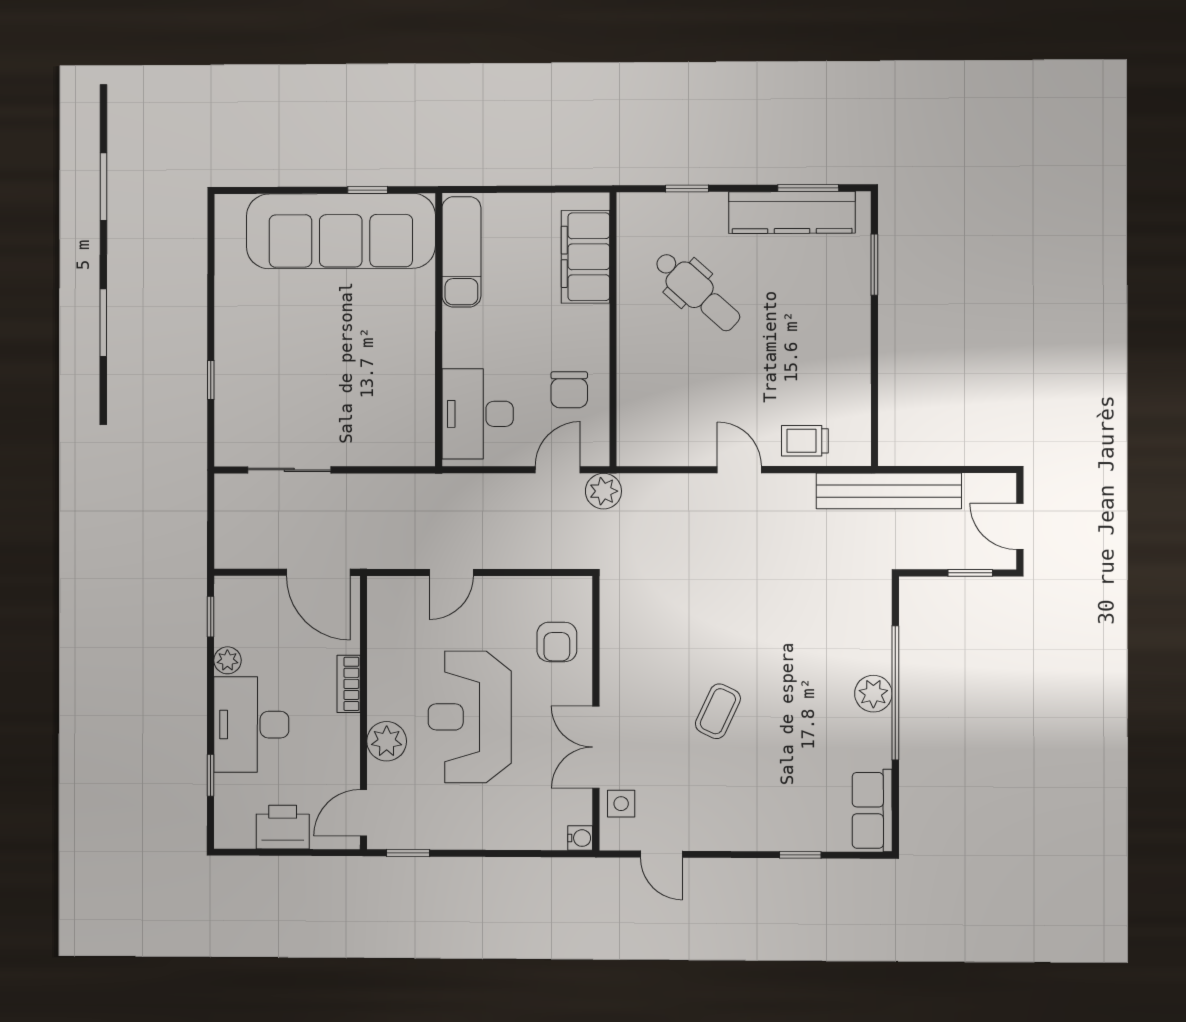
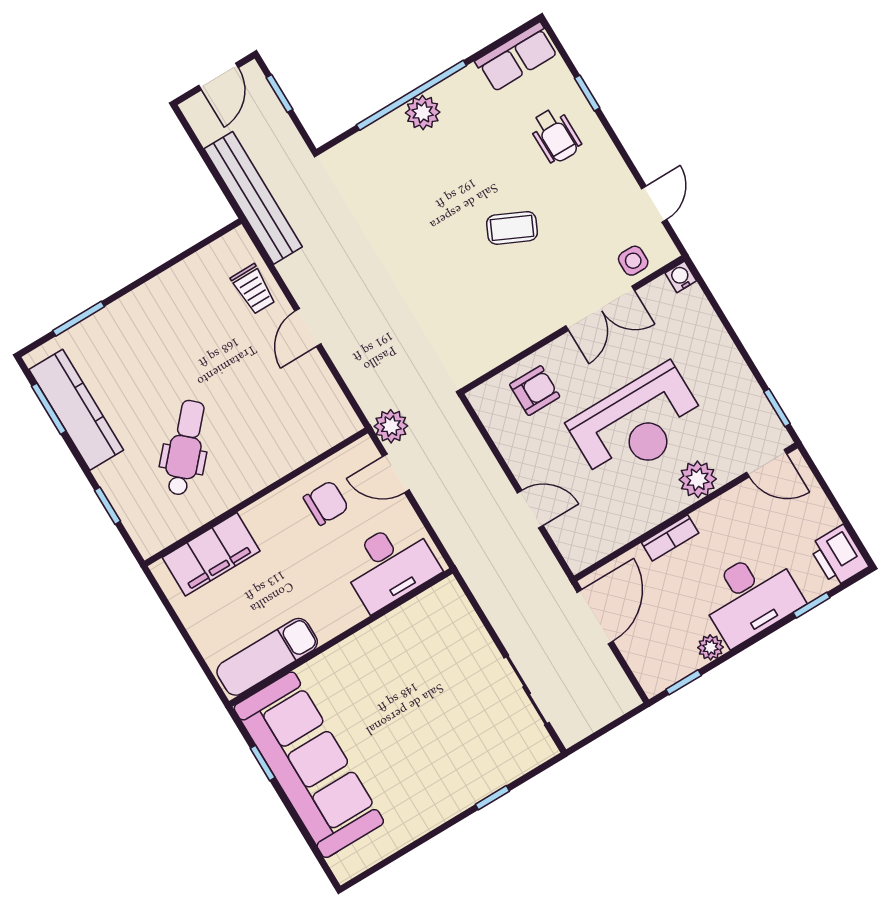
wheelchair: (779, 802) -> (555, 135), added
printer: (283, 827) -> (839, 556), moved

